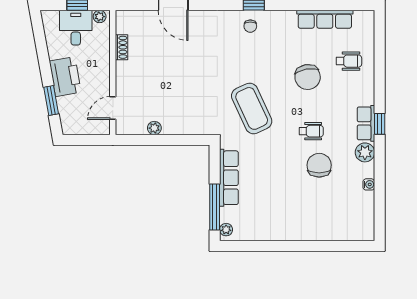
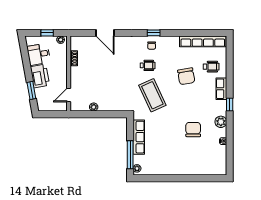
row of seats: (325, 19) -> (203, 41), width x1.36
desk: (76, 28) -> (39, 54), moved, turned -100
row of seats: (366, 123) -> (221, 89), moved
wheelchair: (311, 131) -> (148, 65), moved

